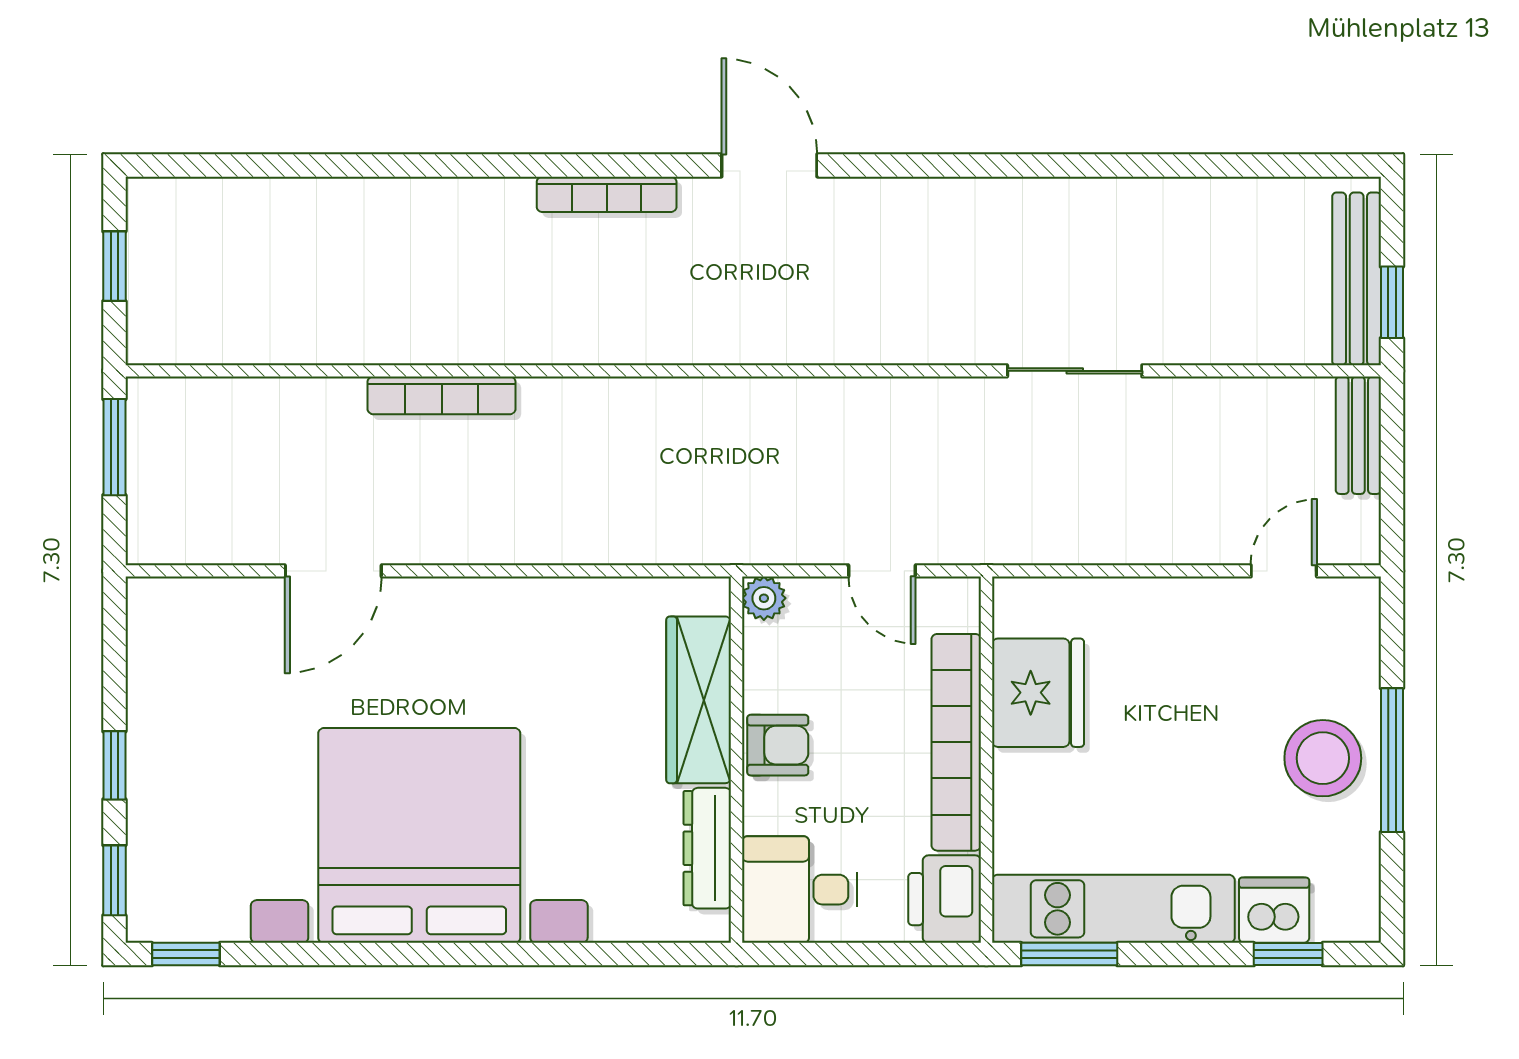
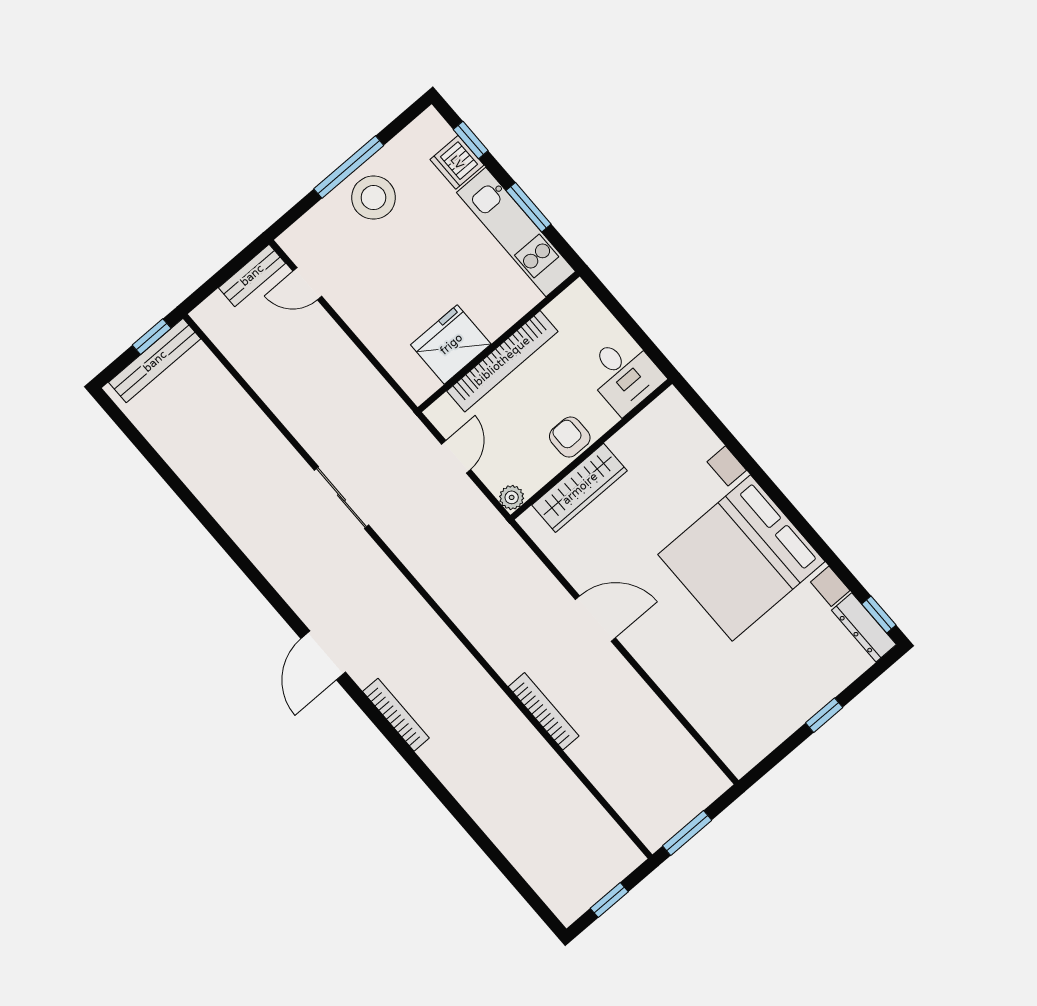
sliding door: (1075, 371) -> (341, 498), moved
bench: (1358, 435) -> (252, 275), moved
door: (333, 571) -> (595, 619), moved
dresser: (707, 848) -> (864, 627), moved, turned 90
window: (114, 880) -> (874, 673), removed
printer: (945, 899) -> (574, 308), removed
window: (1069, 954) -> (529, 207), moved

